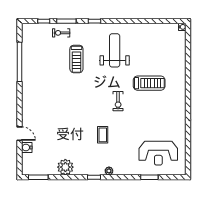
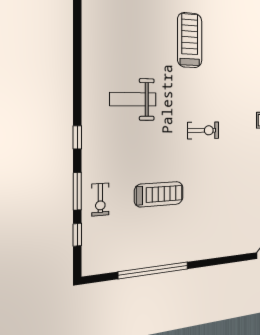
weight bench: (115, 50) -> (133, 99), width x0.73, depth x0.75
treadmill: (76, 59) -> (159, 194), moved
exercise bike: (118, 101) -> (203, 130), moved

